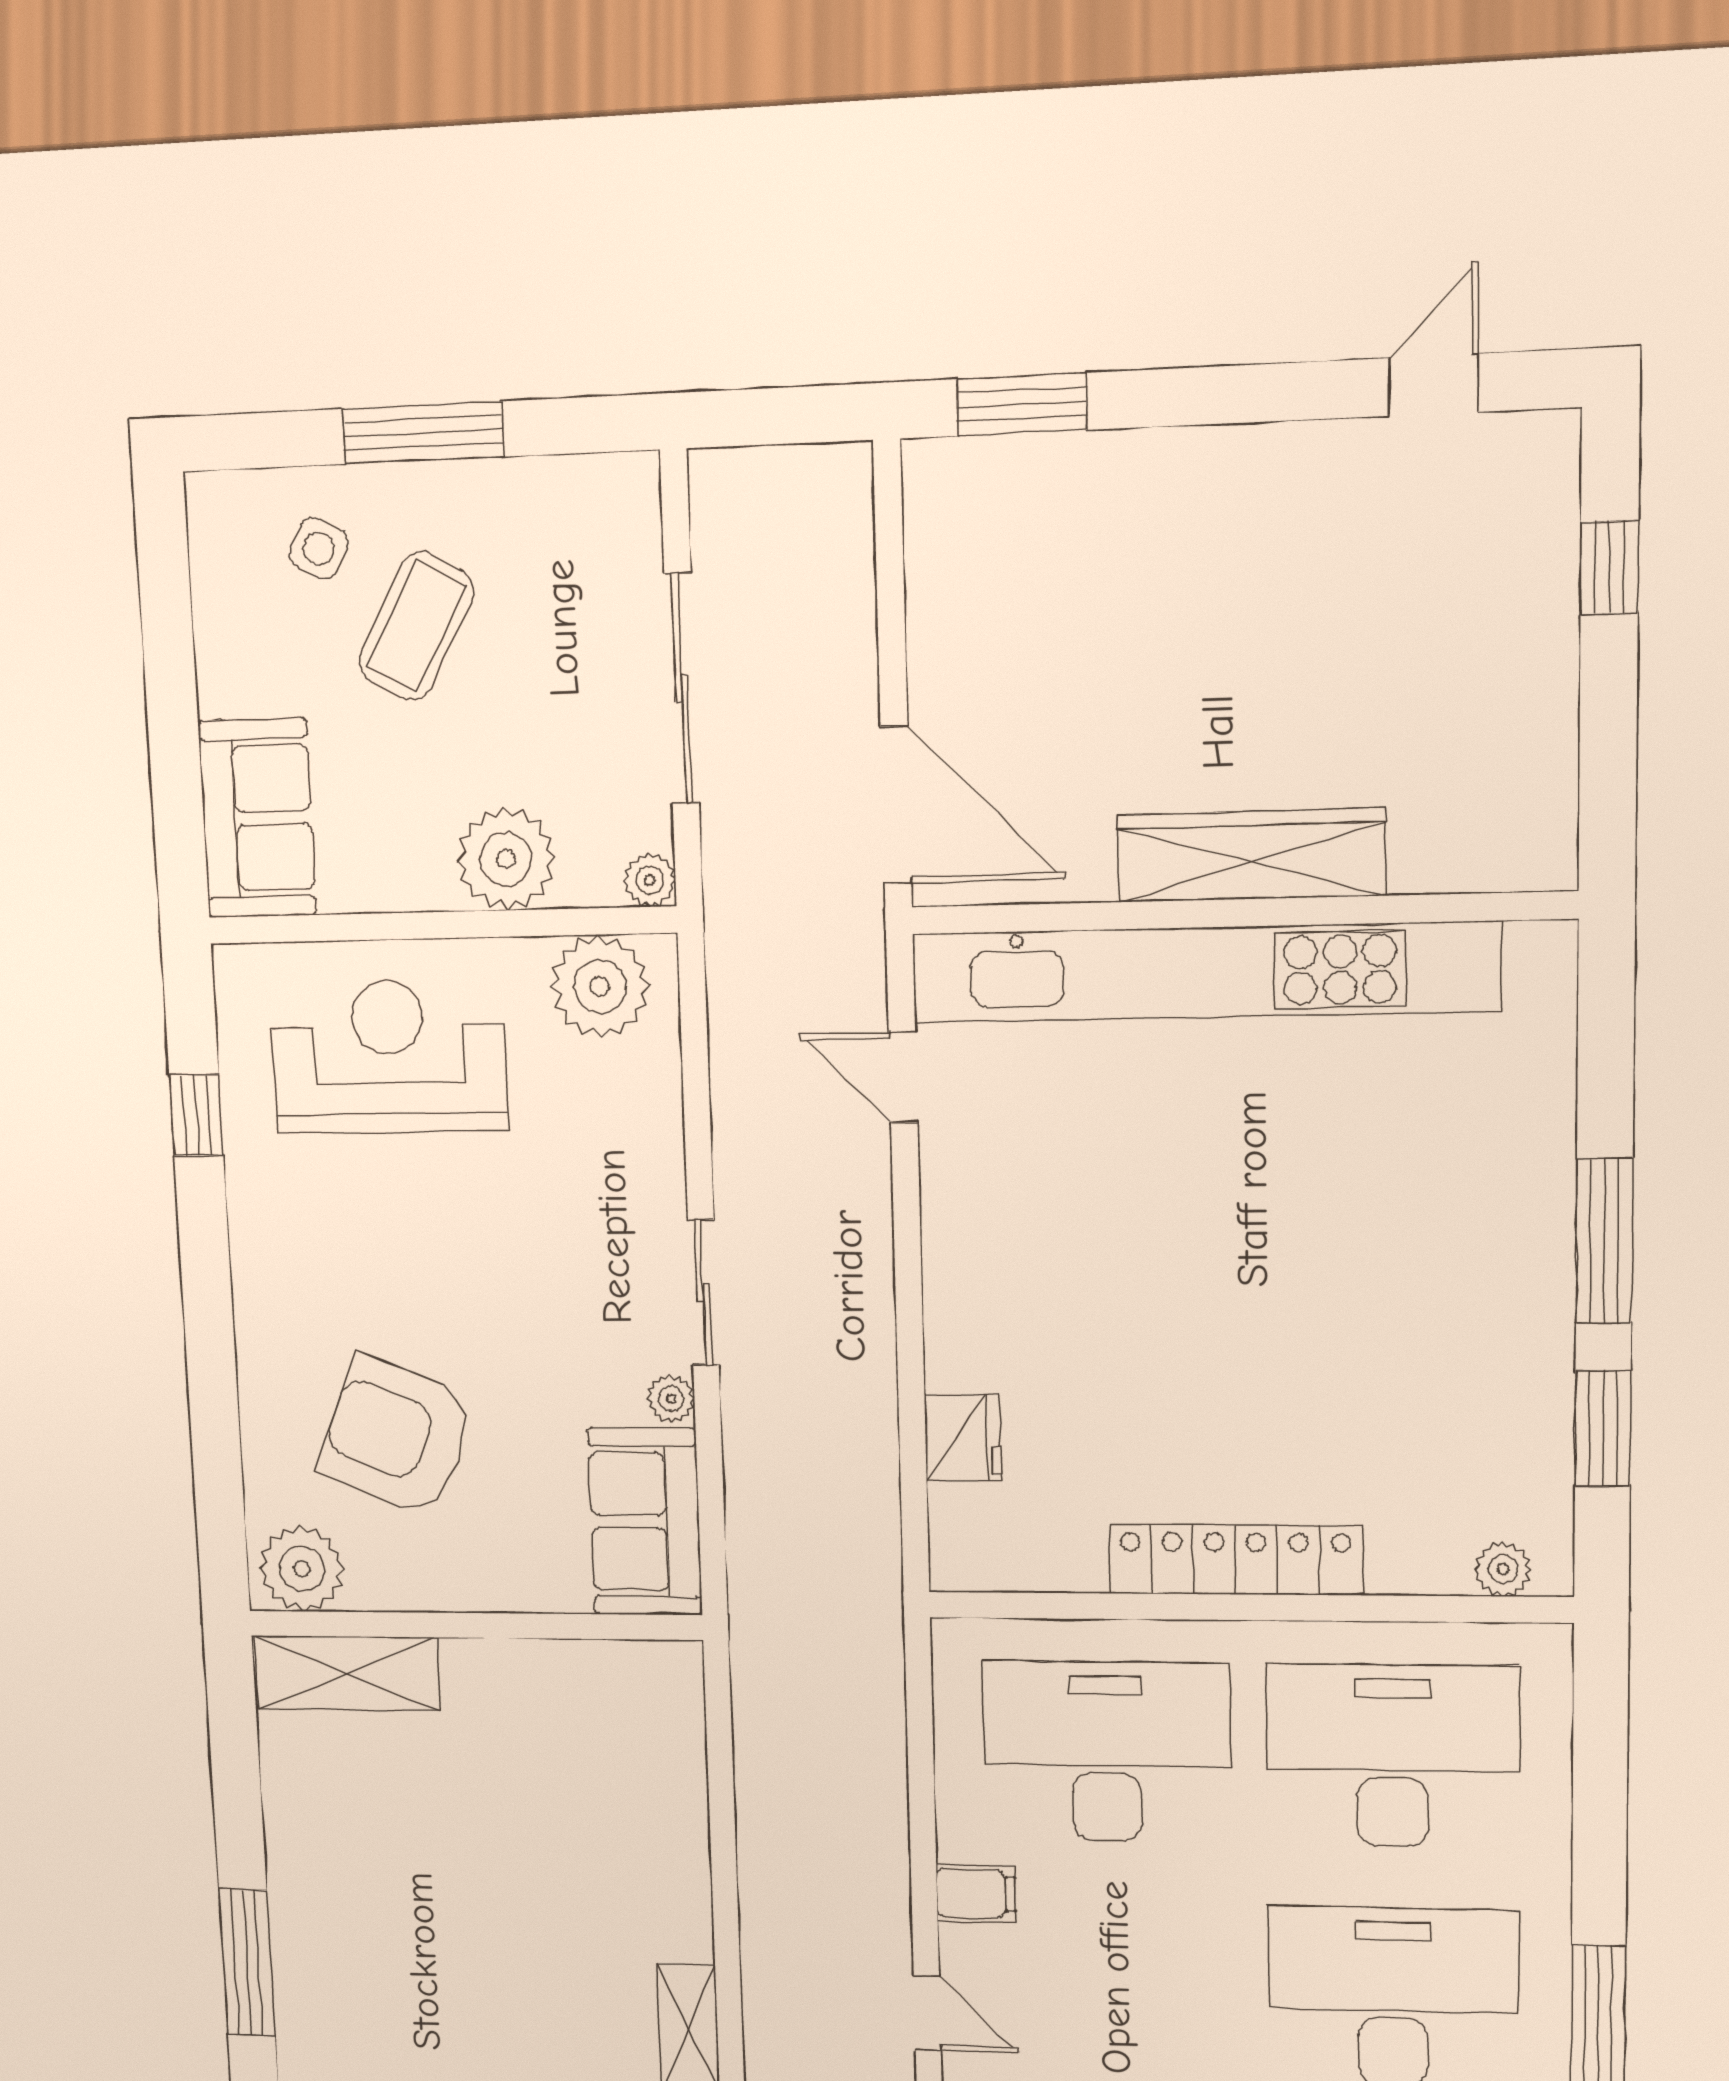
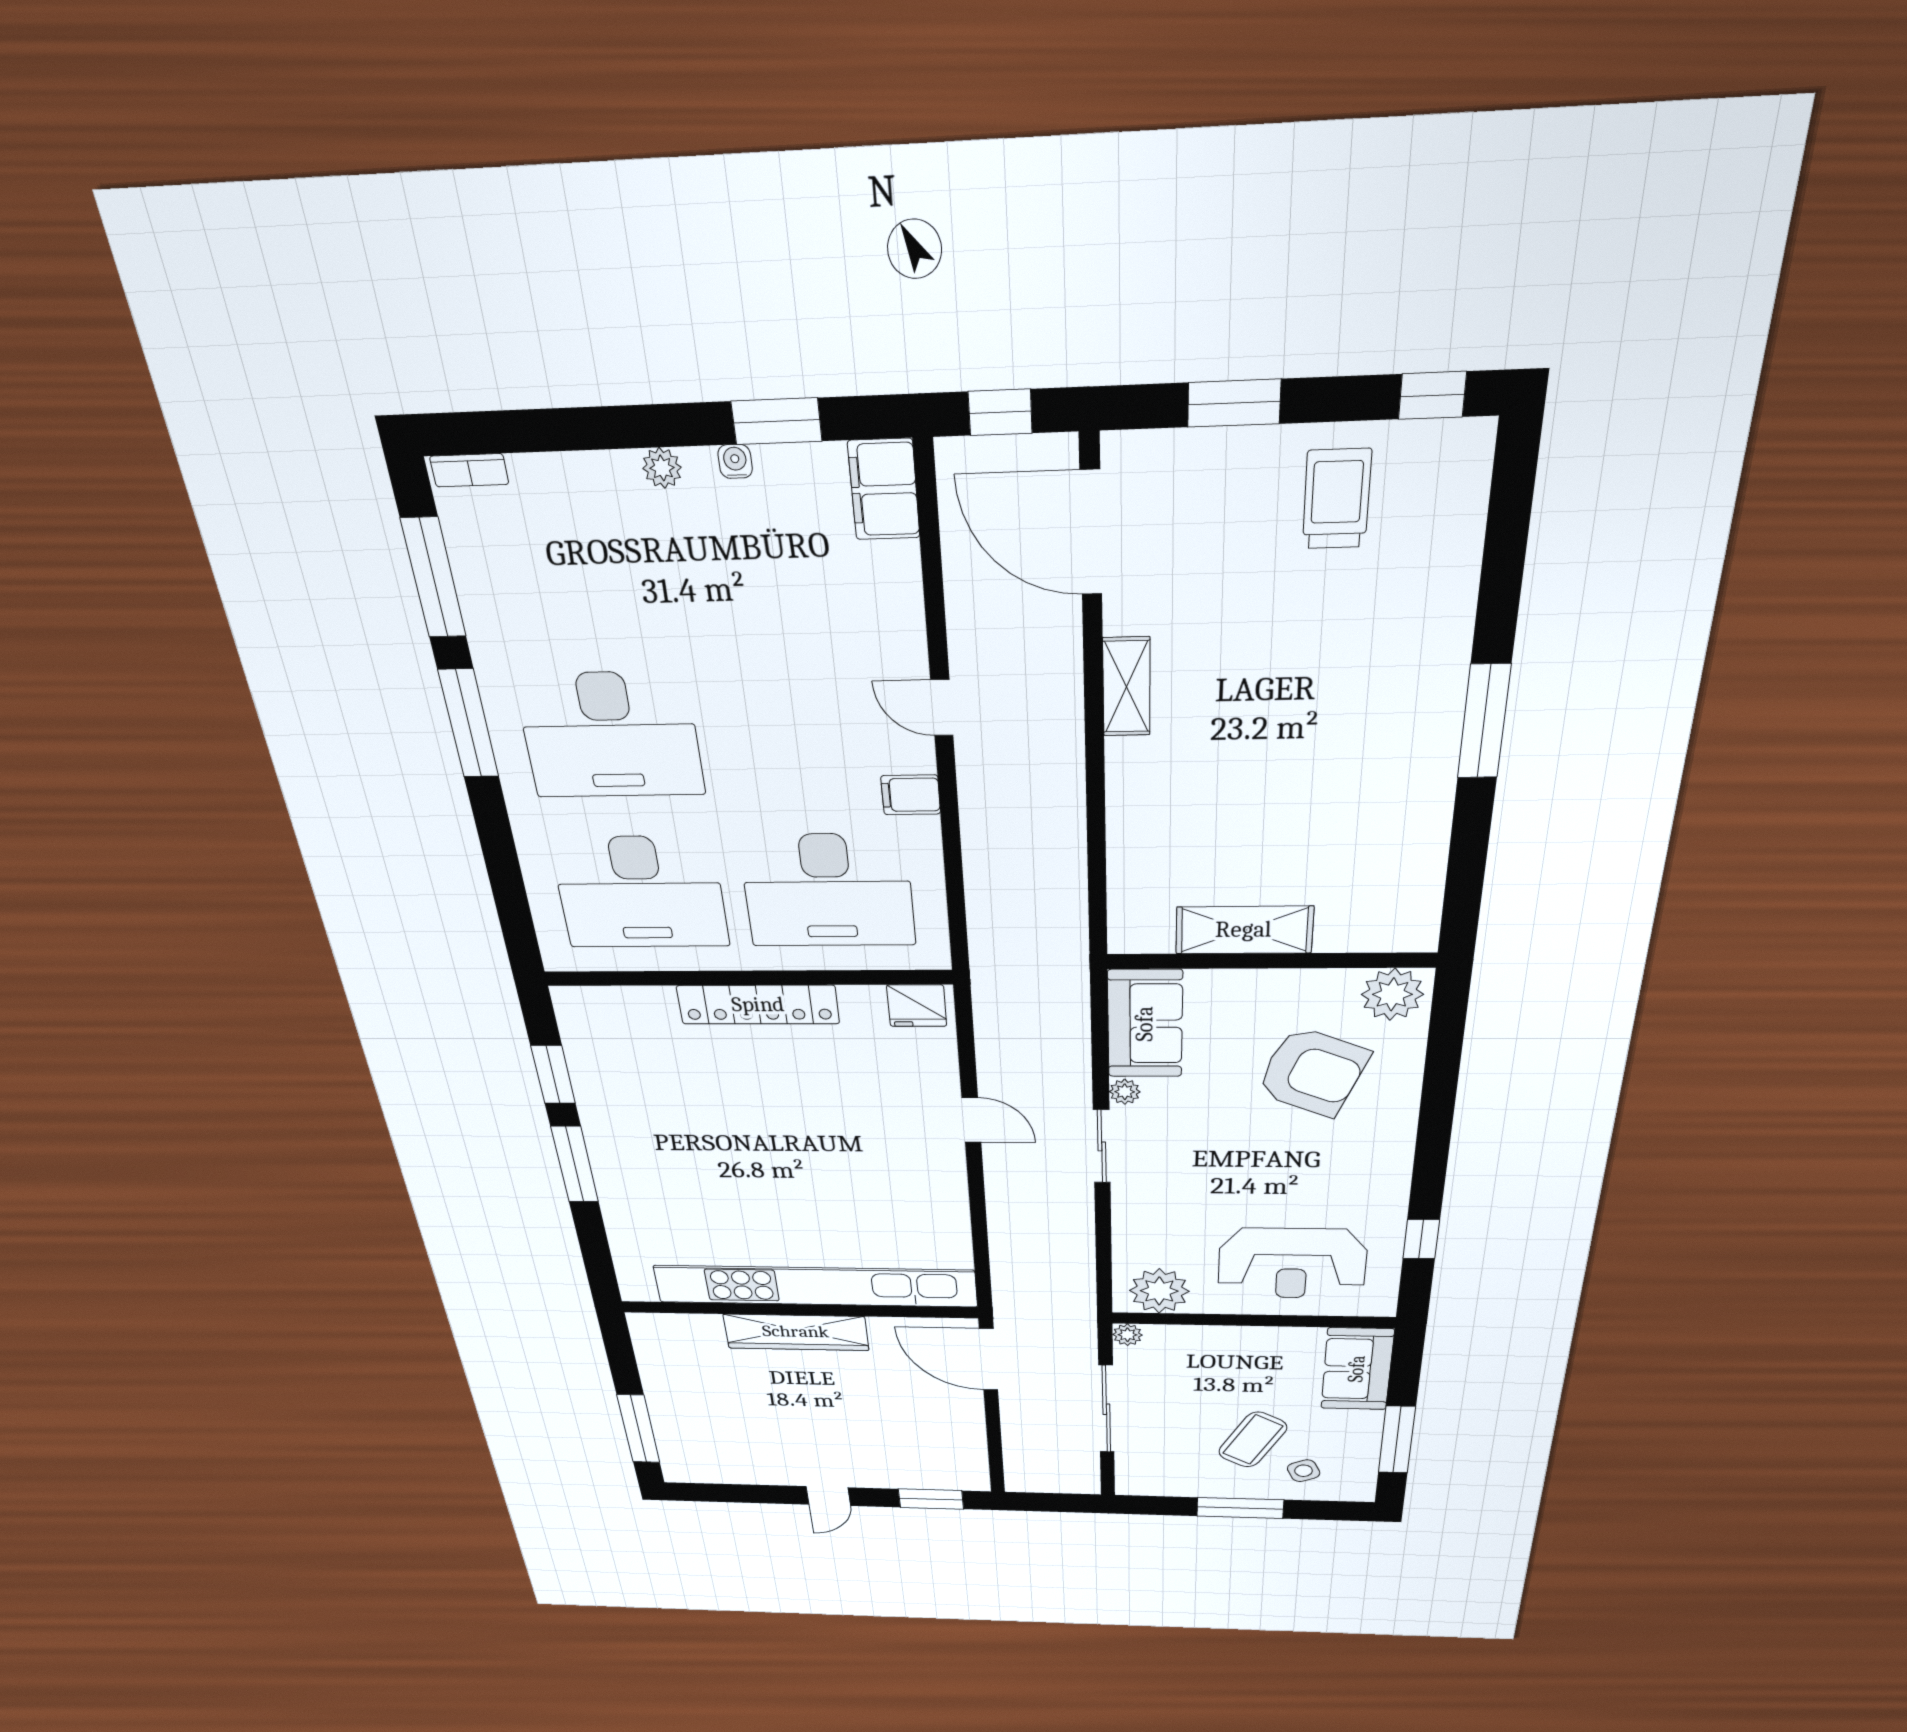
door: (1433, 385) -> (828, 1496), moved
side table: (319, 549) -> (1304, 1471), turned 38
window: (1609, 567) -> (638, 1429), width x2.17
window: (168, 645) -> (1397, 1440), added
plant: (506, 859) -> (1211, 1347), removed
door: (903, 1077) -> (971, 1120), moved
fridge: (963, 1438) -> (917, 1006), moved, turned -90
plant: (1503, 1569) -> (594, 1001), removed
shelving: (347, 1673) -> (1244, 930), moved

